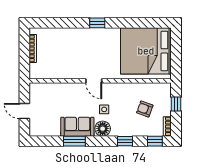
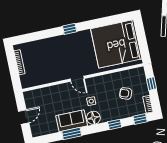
door: (24, 111) -> (24, 117), swing flipped

